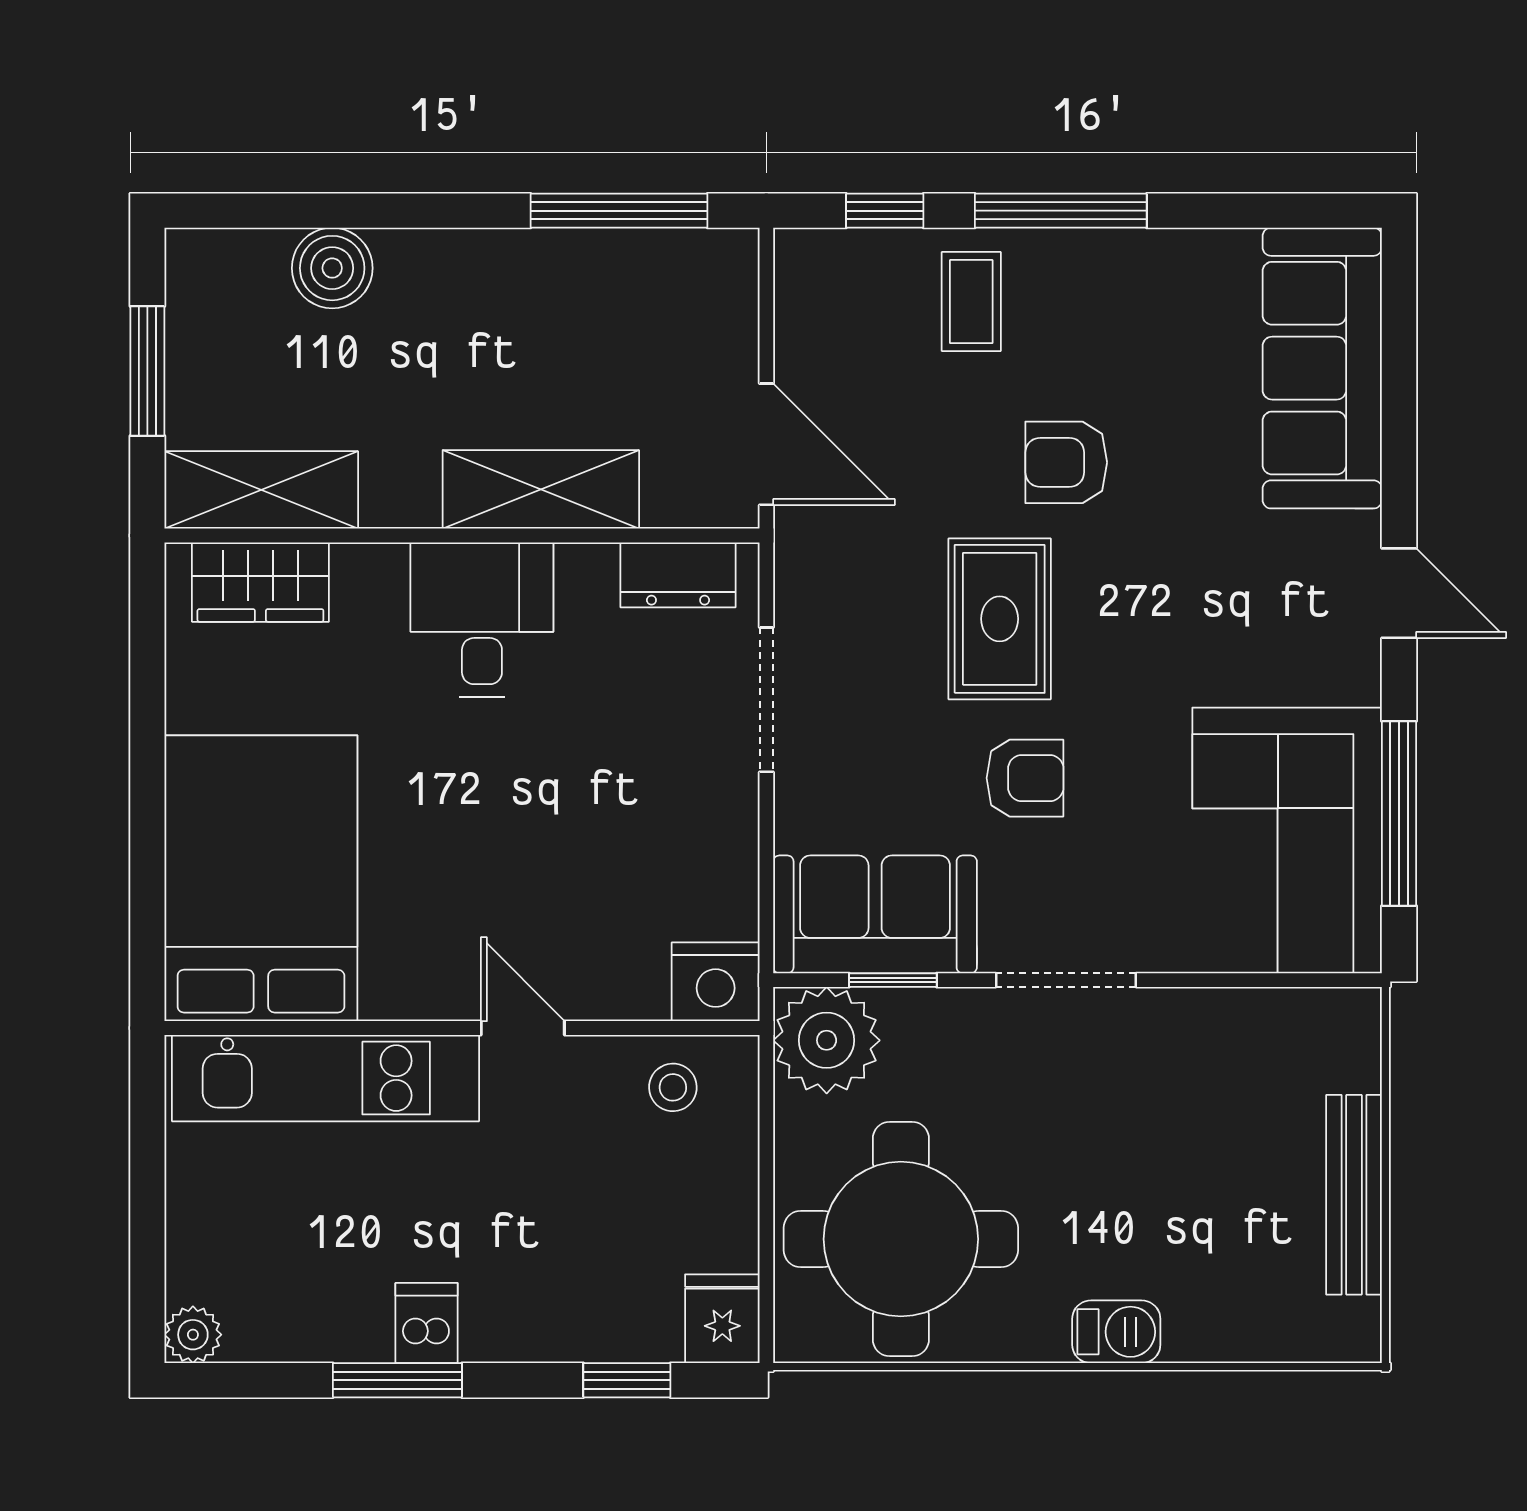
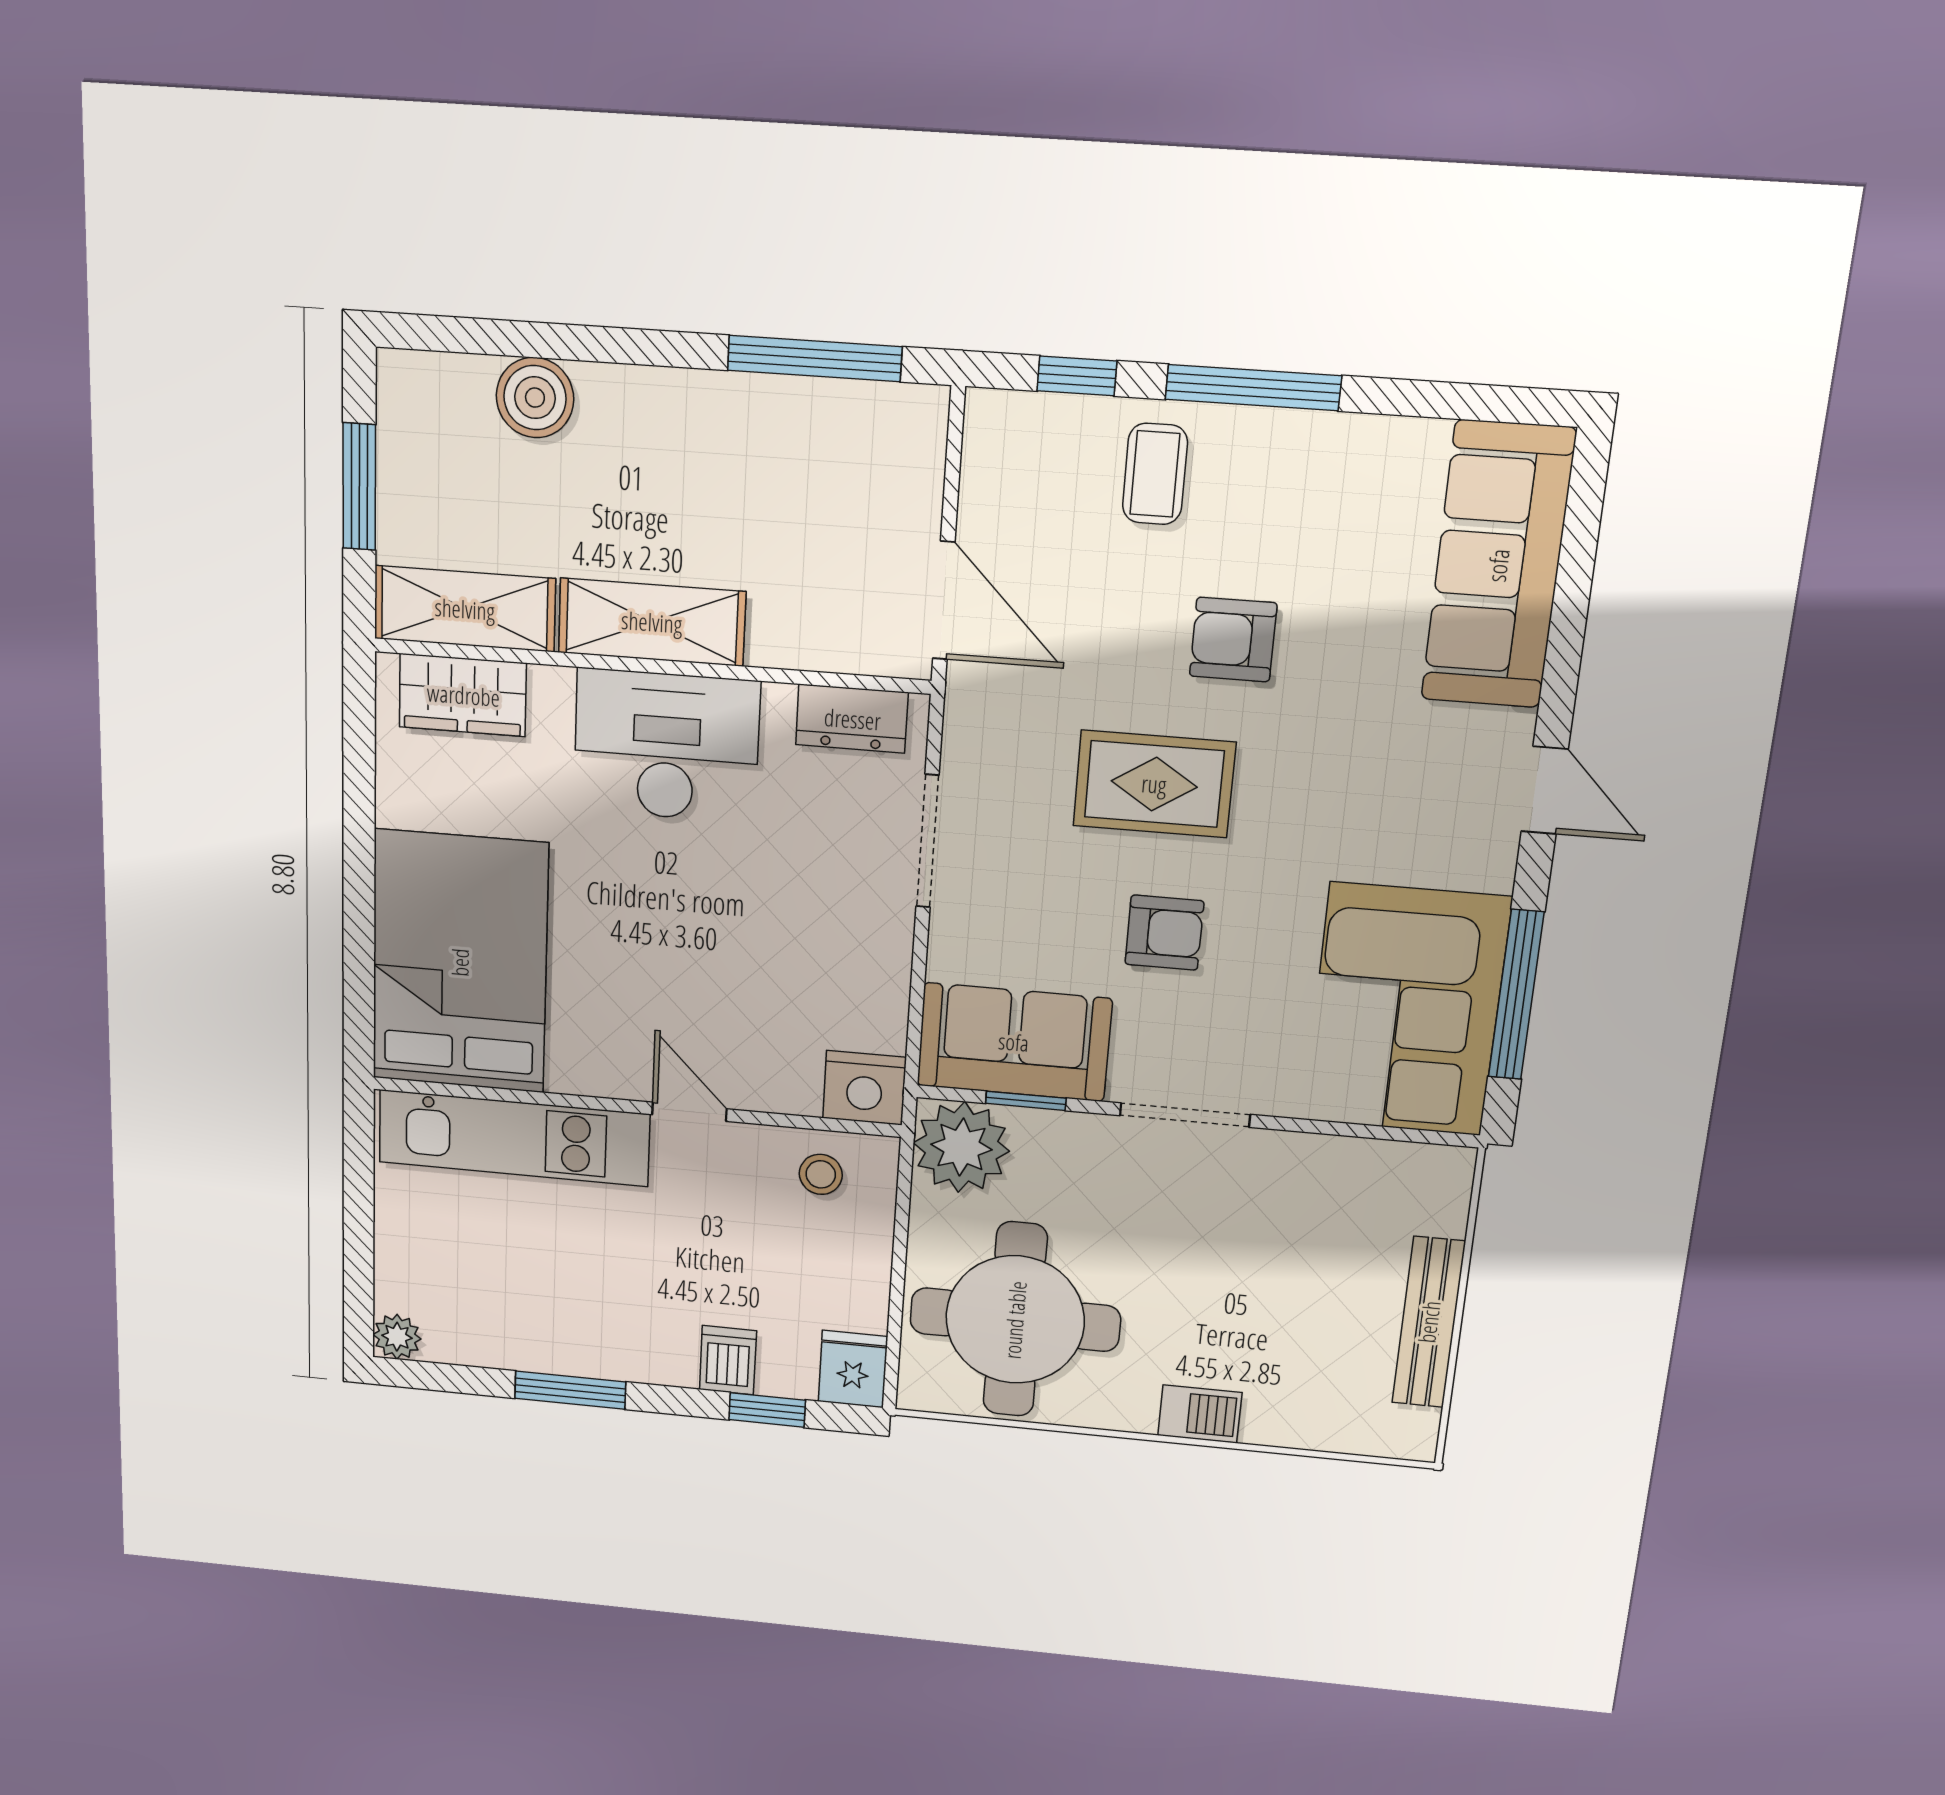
shelving: (541, 489) -> (652, 622), moved
desk: (482, 619) -> (666, 746), width x1.37
rug: (1000, 619) -> (1154, 784), turned 90
dishwasher: (427, 1323) -> (728, 1360), moved

